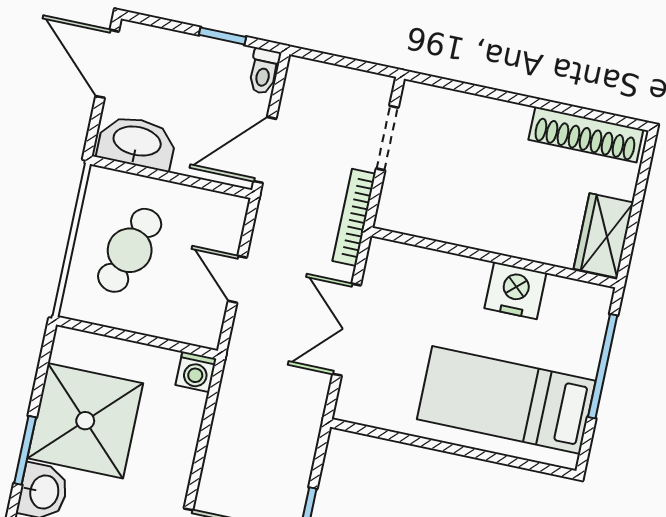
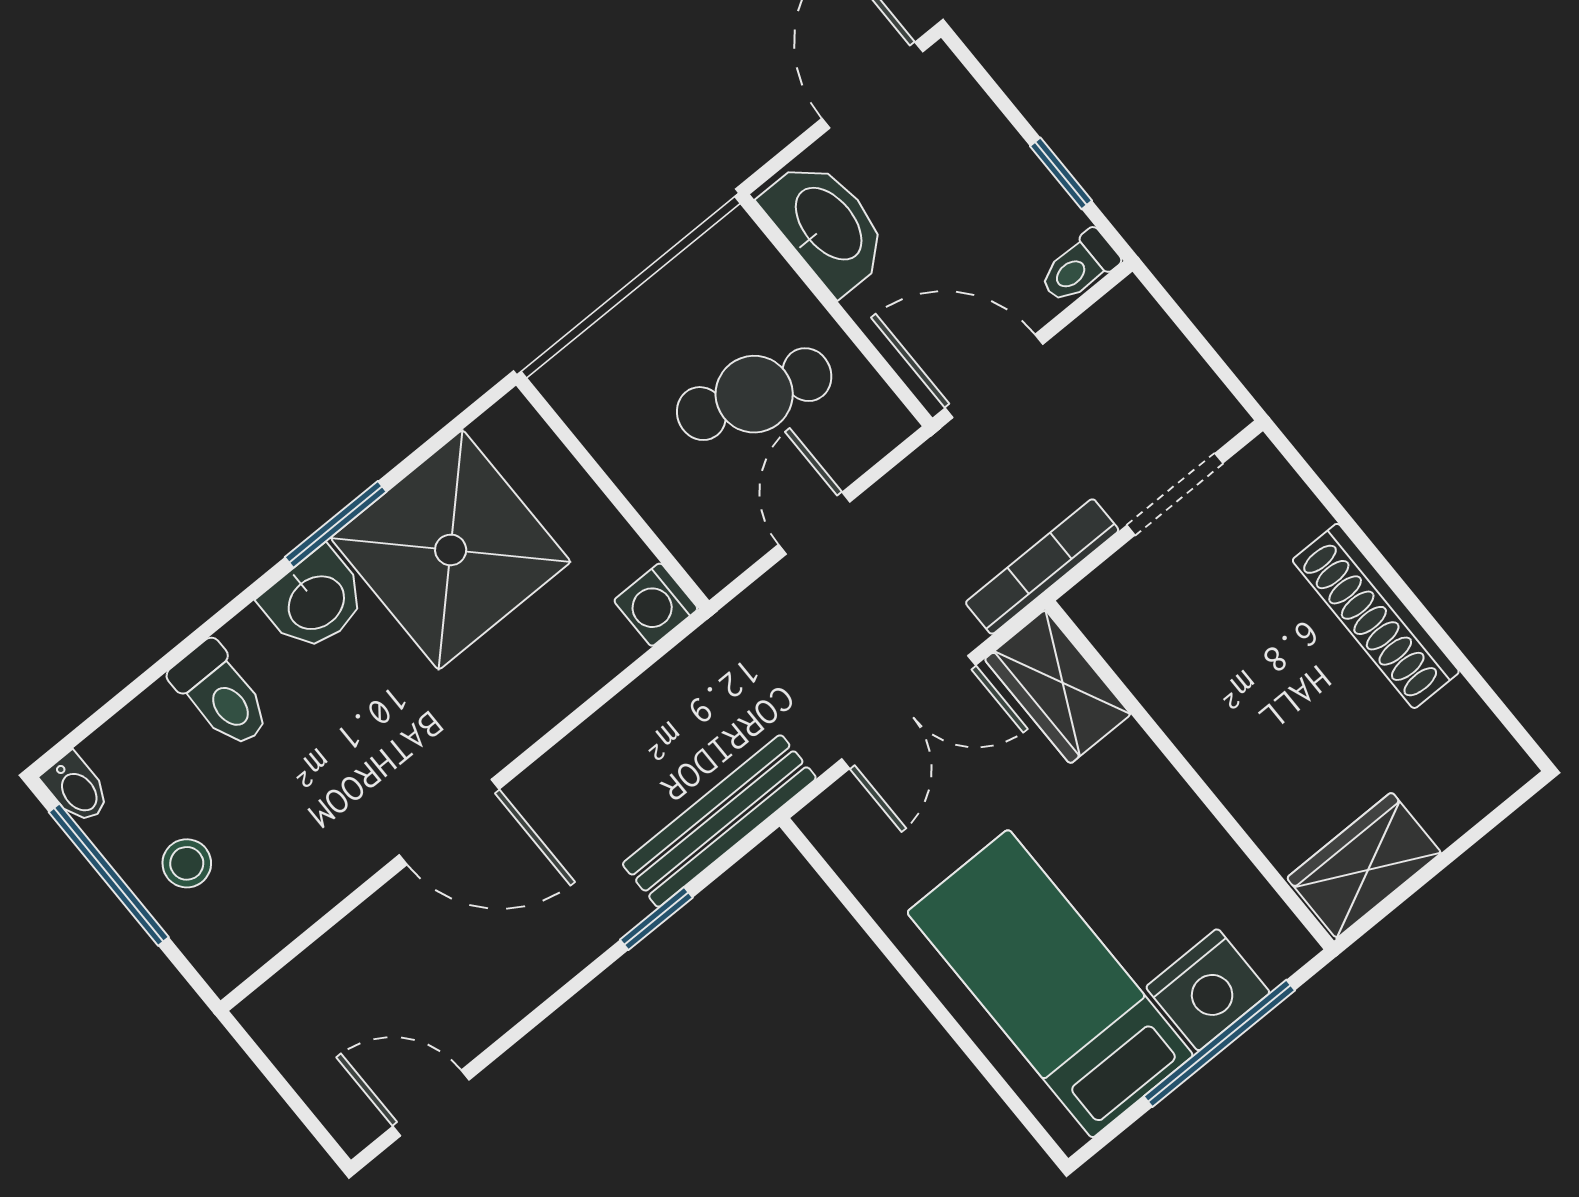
shoe rack: (586, 135) -> (1376, 616), moved
cafe table: (130, 250) -> (754, 394), moved
wardrobe: (404, 265) -> (1058, 687), added
nightstand: (515, 291) -> (1208, 990), moved, turned 90
double door: (347, 330) -> (909, 712), swing flipped
bench: (301, 445) -> (719, 821), added

